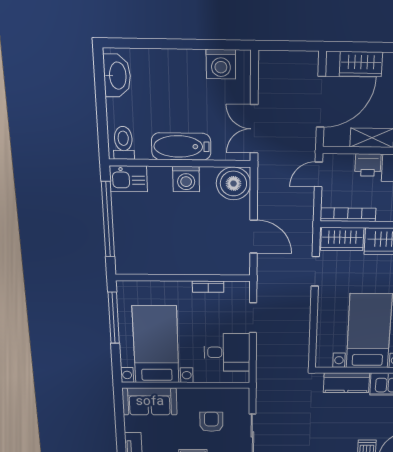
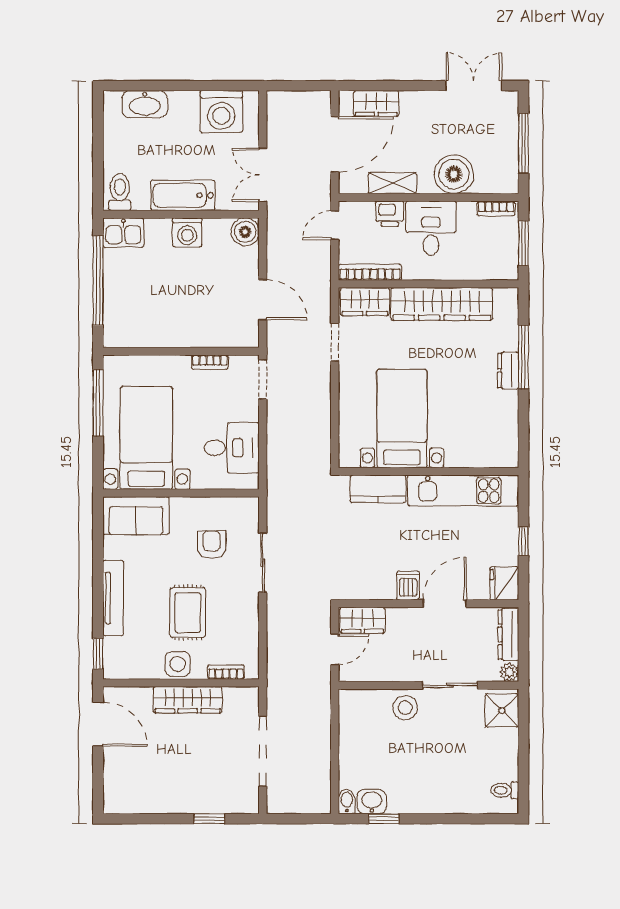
washing machine: (221, 64) -> (221, 112), width x1.37, depth x1.37
washbasin: (117, 76) -> (145, 104), moved, turned 90
boiler: (233, 184) -> (245, 232), width x0.73, depth x0.73
doorway: (253, 318) -> (263, 379), moved

